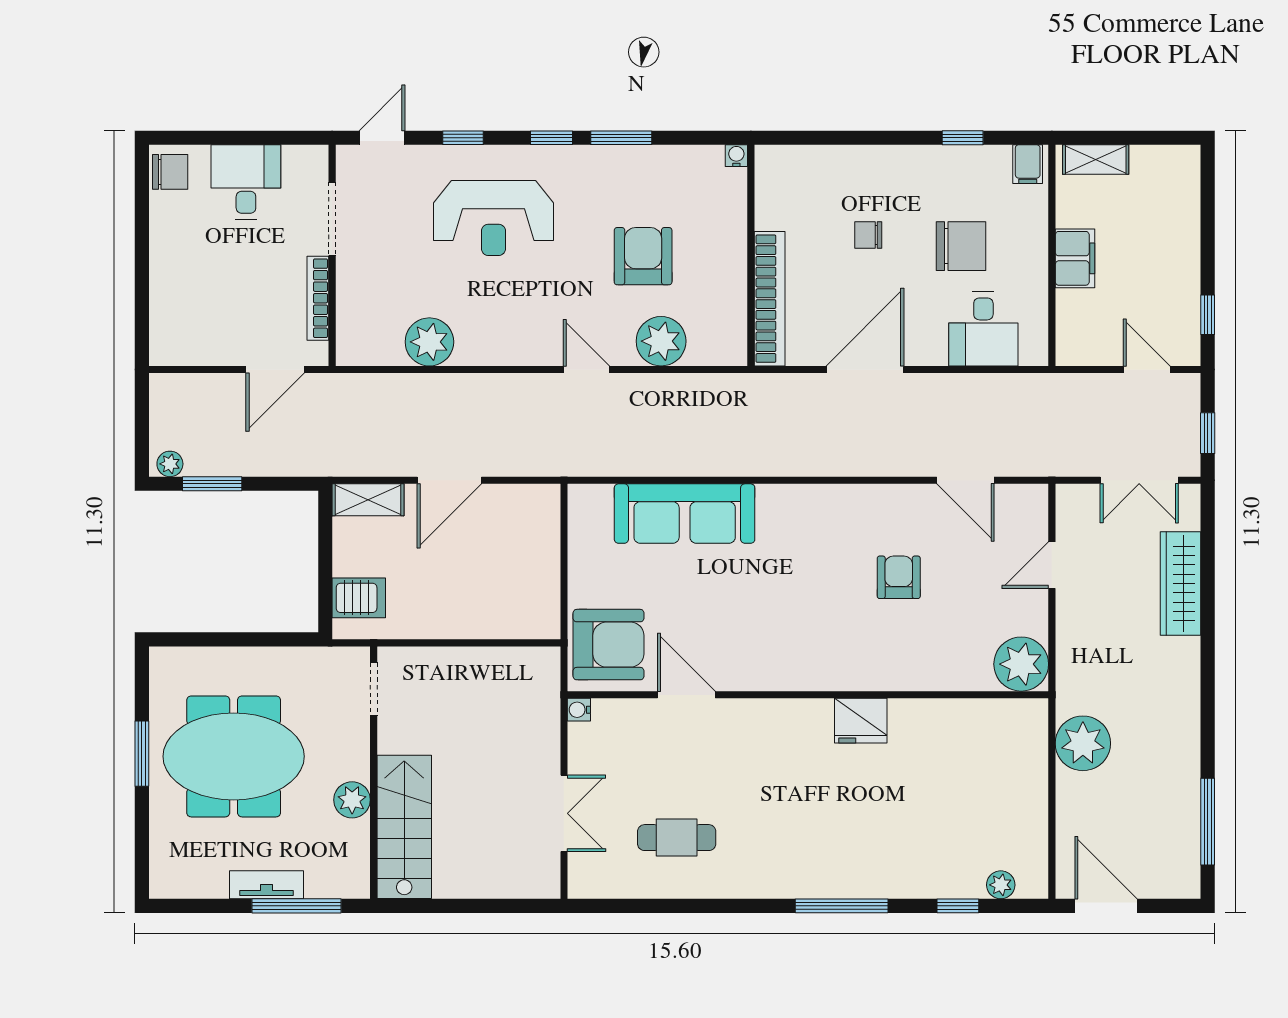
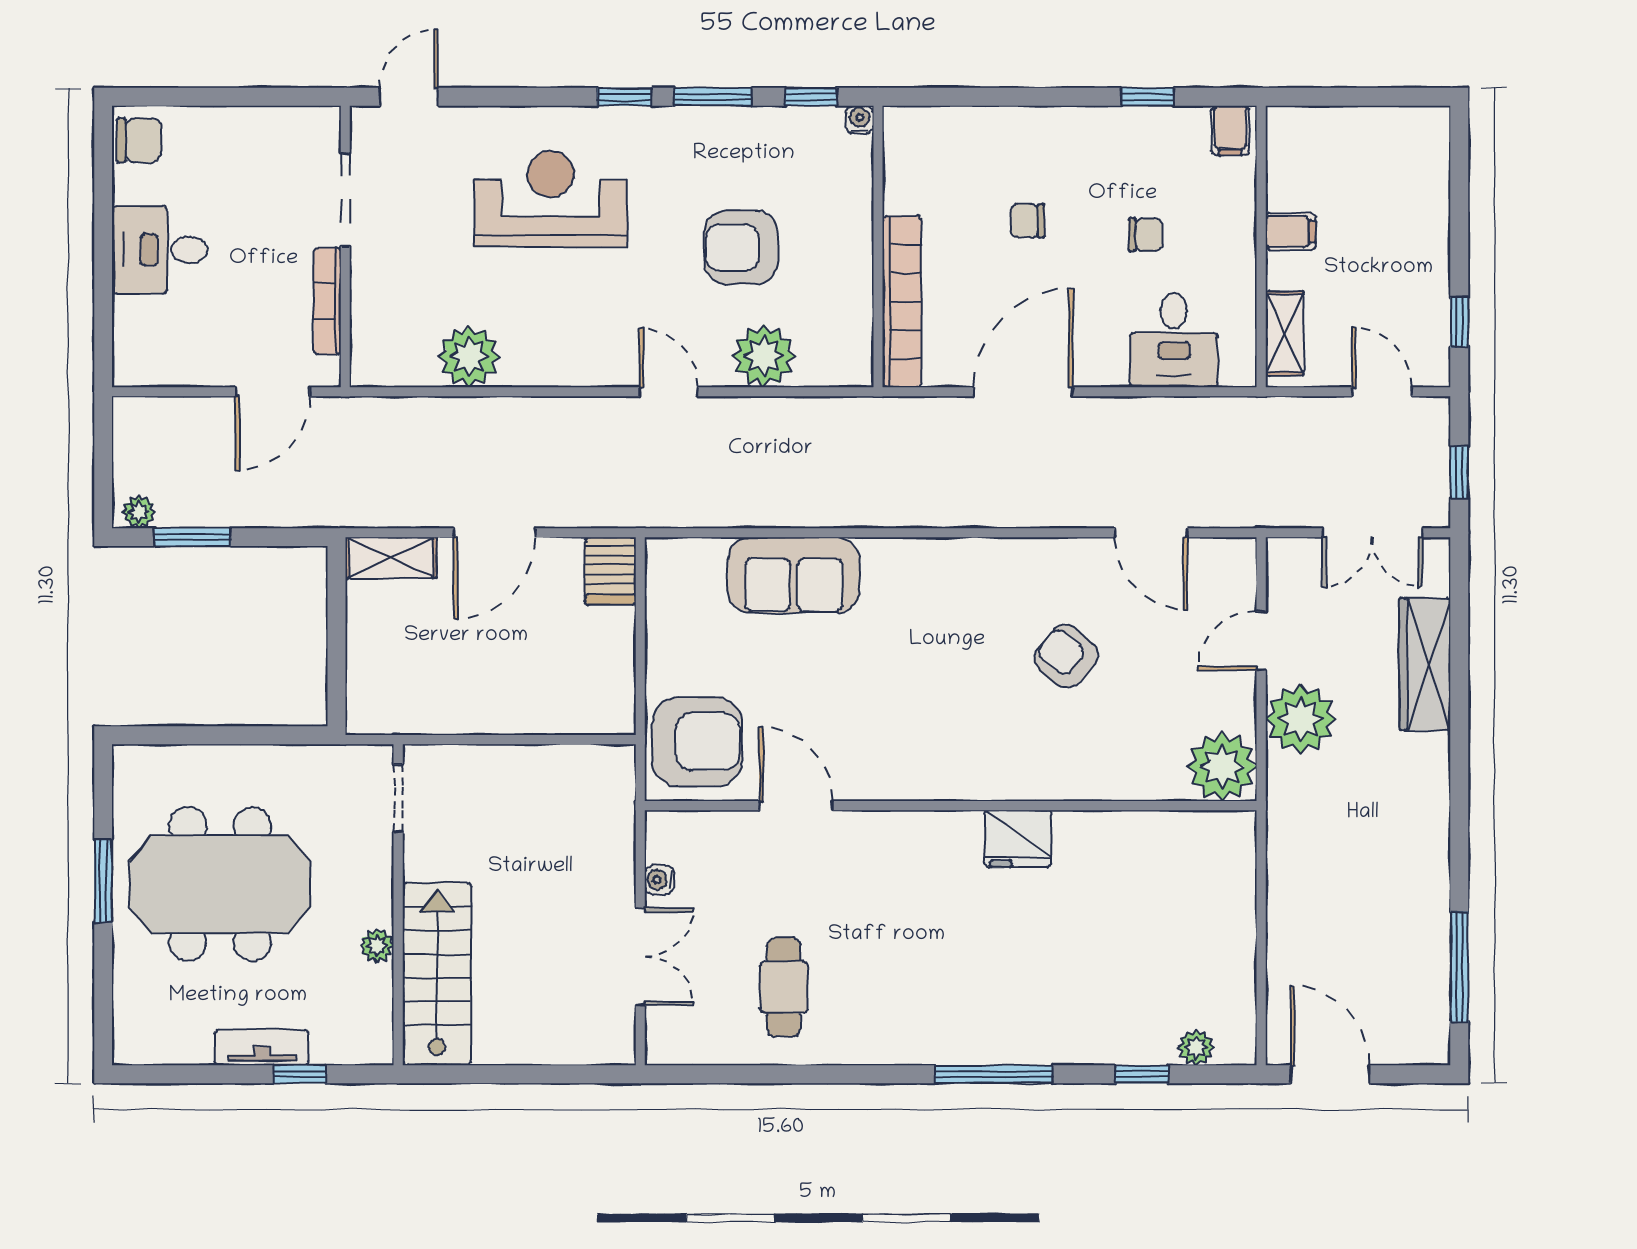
window: (463, 138) -> (811, 97), moved
shelving: (1096, 159) -> (1284, 333), moved, turned 90
desk: (246, 182) -> (160, 250), moved, turned -90
reception desk: (493, 218) -> (551, 199), turned 180
chair: (961, 246) -> (1145, 235), width x0.54, depth x0.54
armchair: (643, 256) -> (741, 248), turned -90
filing cabinet: (1075, 258) -> (1291, 232), width x0.50
sofa: (685, 514) -> (794, 575), width x0.73
armchair: (899, 577) -> (1066, 656), turned -49
server rack: (359, 598) -> (610, 571), moved, turned 90
water cooler: (579, 710) -> (659, 880), moved
plant: (1083, 743) -> (1301, 719), moved
plant: (352, 800) -> (377, 946), width x0.73, depth x0.73
cafe table: (677, 838) -> (784, 987), turned 90
window: (296, 906) -> (300, 1074), width x0.46

